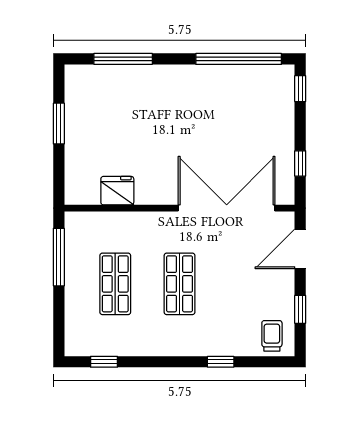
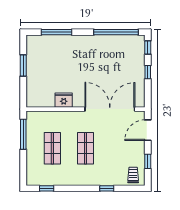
window: (300, 163) -> (148, 72), moved
fridge: (117, 191) -> (64, 100), moved

